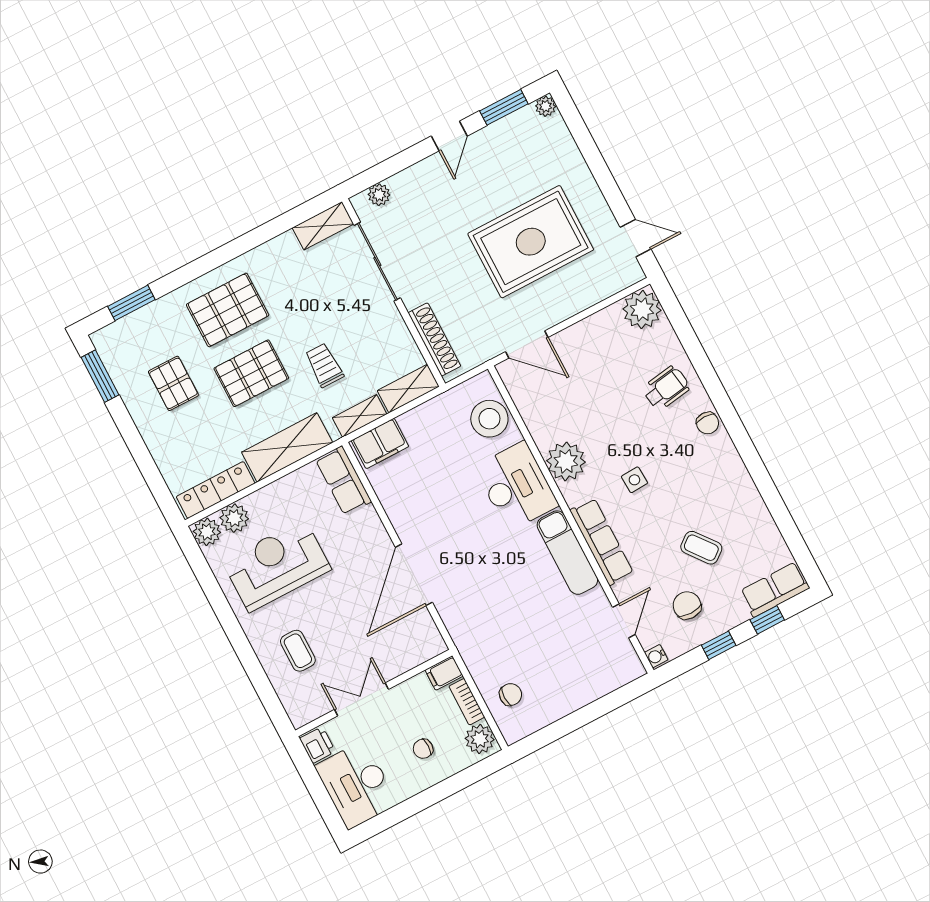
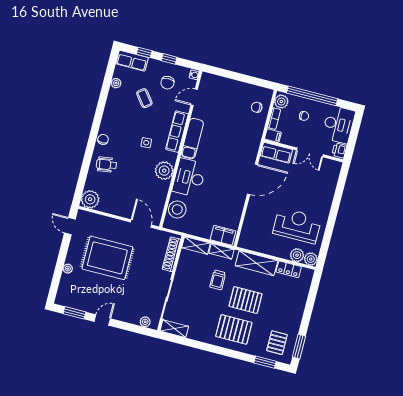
plant: (546, 106) -> (68, 269), moved
pallet: (173, 383) -> (277, 343), moved
row of seats: (343, 481) -> (276, 153), moved, turned 90
locker: (216, 490) -> (289, 269), width x0.66
plant: (768, 531) -> (116, 83), added
reception desk: (277, 565) -> (297, 225), turned 180
coffee table: (298, 651) -> (317, 189), removed
window: (439, 792) -> (312, 96), added

